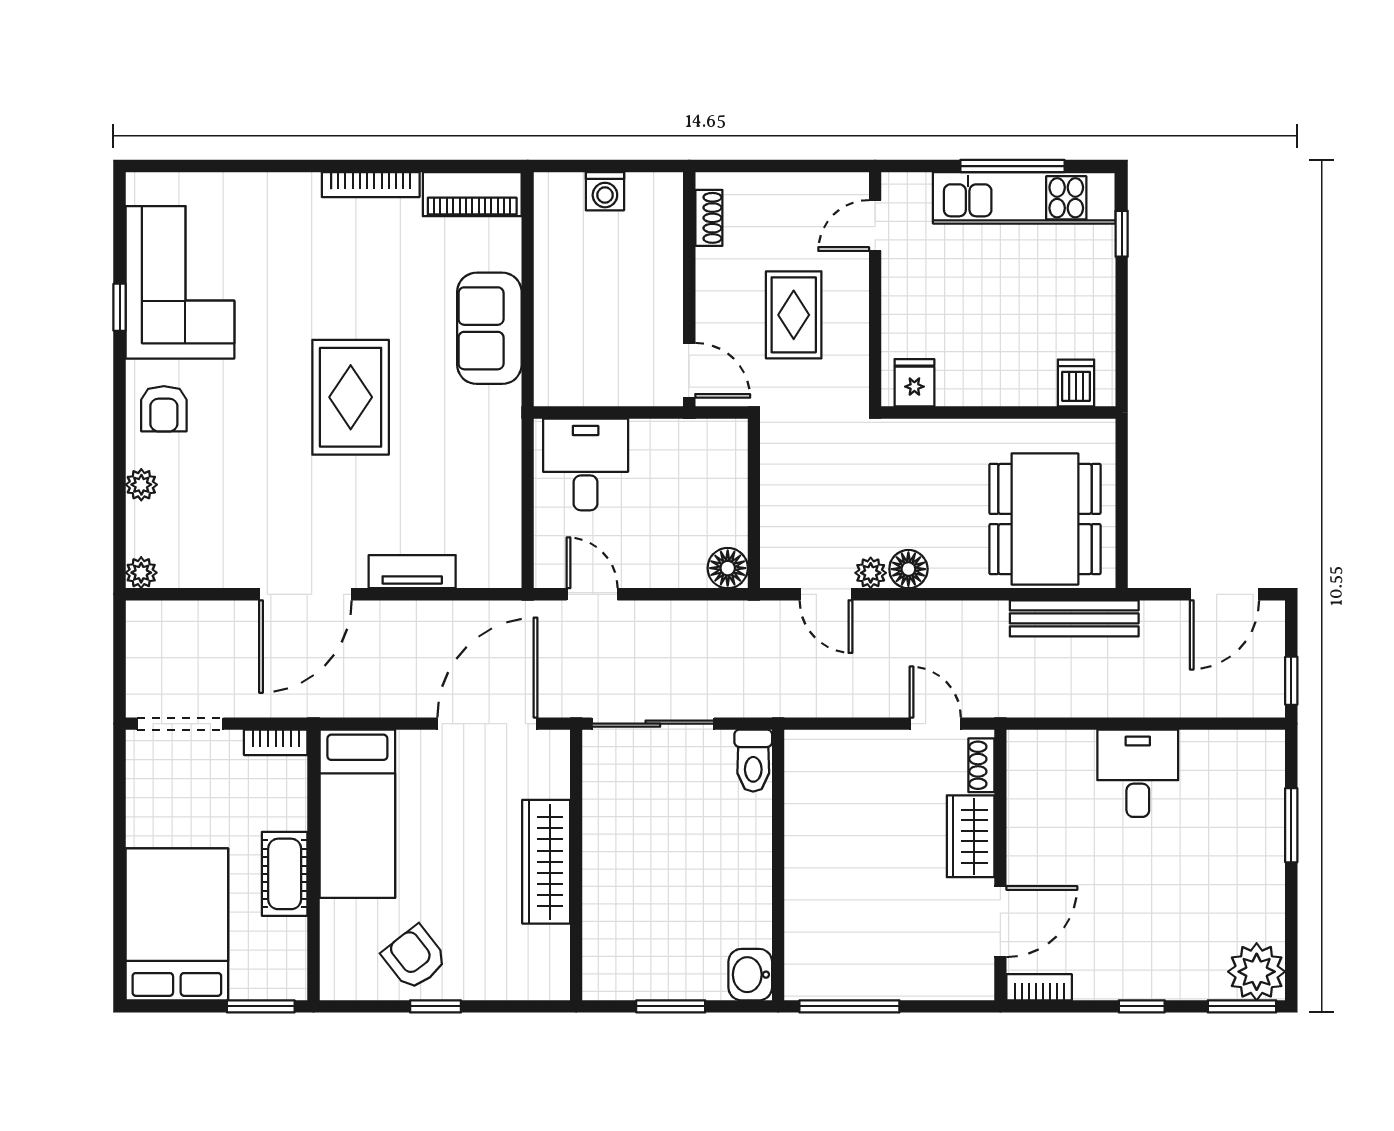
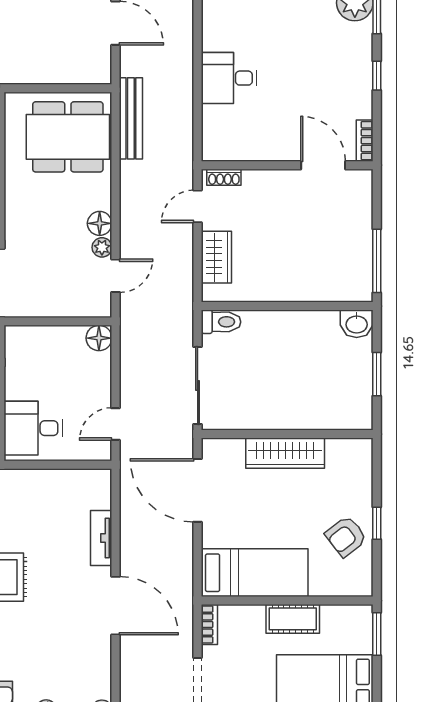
wardrobe: (971, 836) -> (216, 257), moved, turned -90

